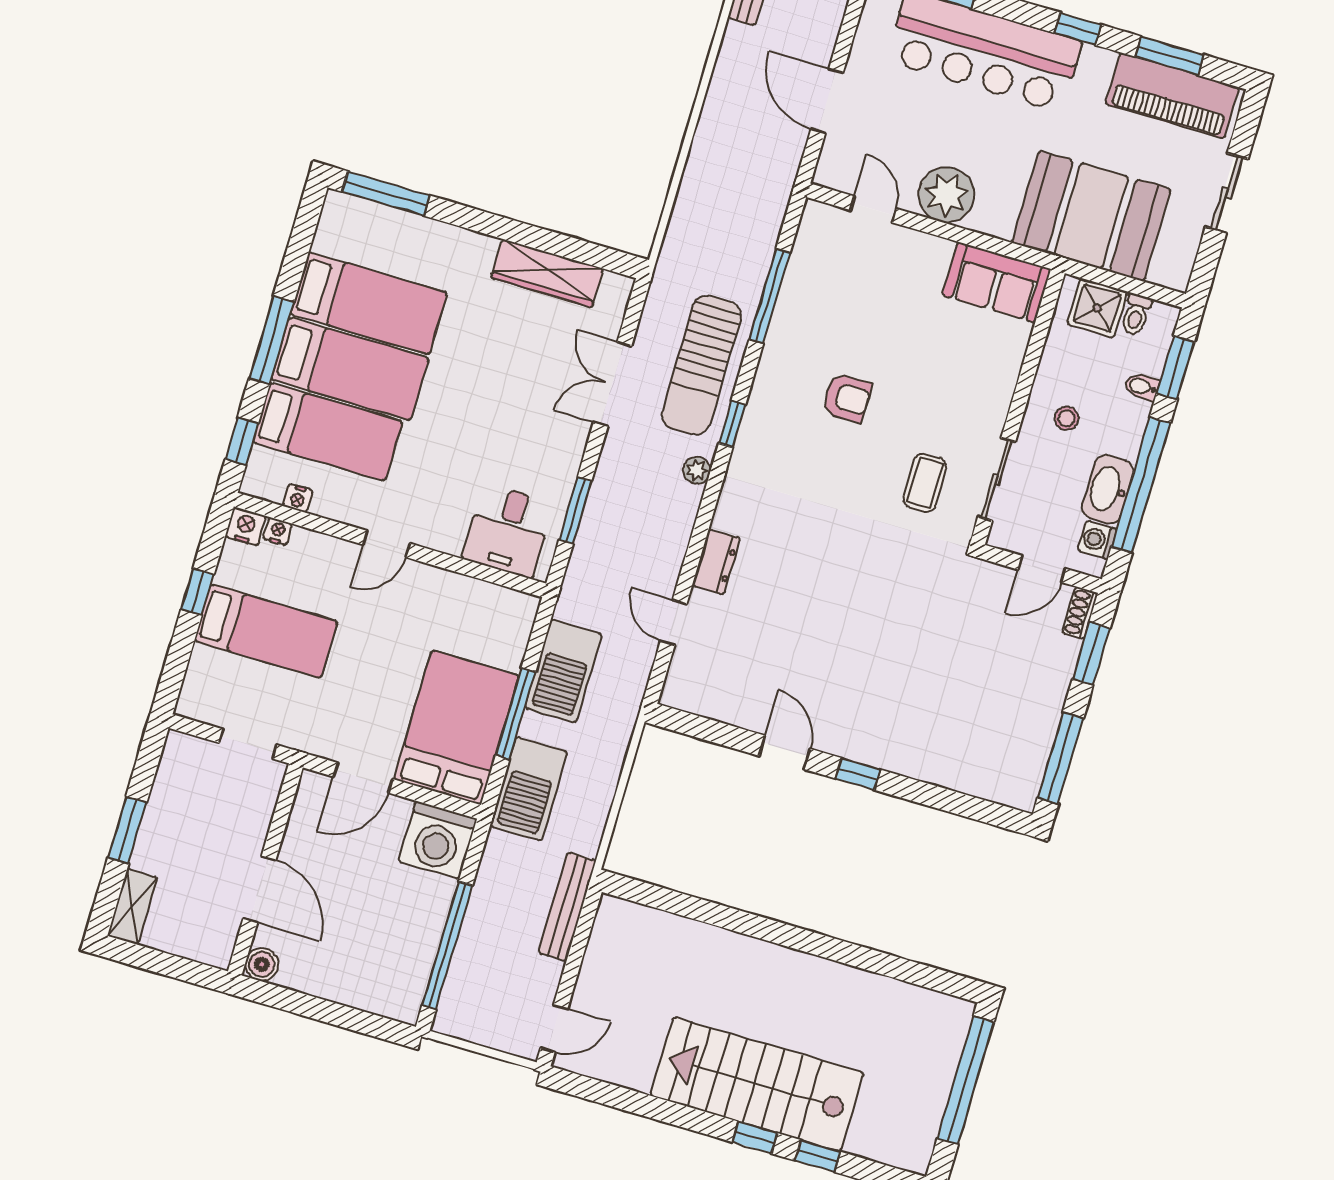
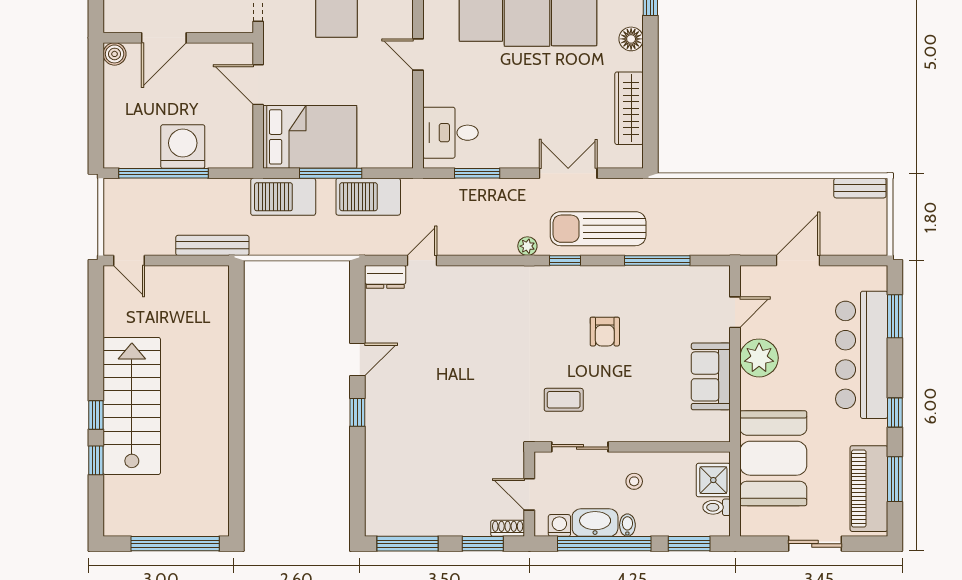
floor lamp: (452, 242) -> (631, 39), added
sofa: (997, 282) -> (711, 376), moved
bidet: (1142, 387) -> (627, 525), moved
dresser: (716, 562) -> (385, 277), moved
washing machine: (437, 840) -> (183, 147), moved, turned 90

